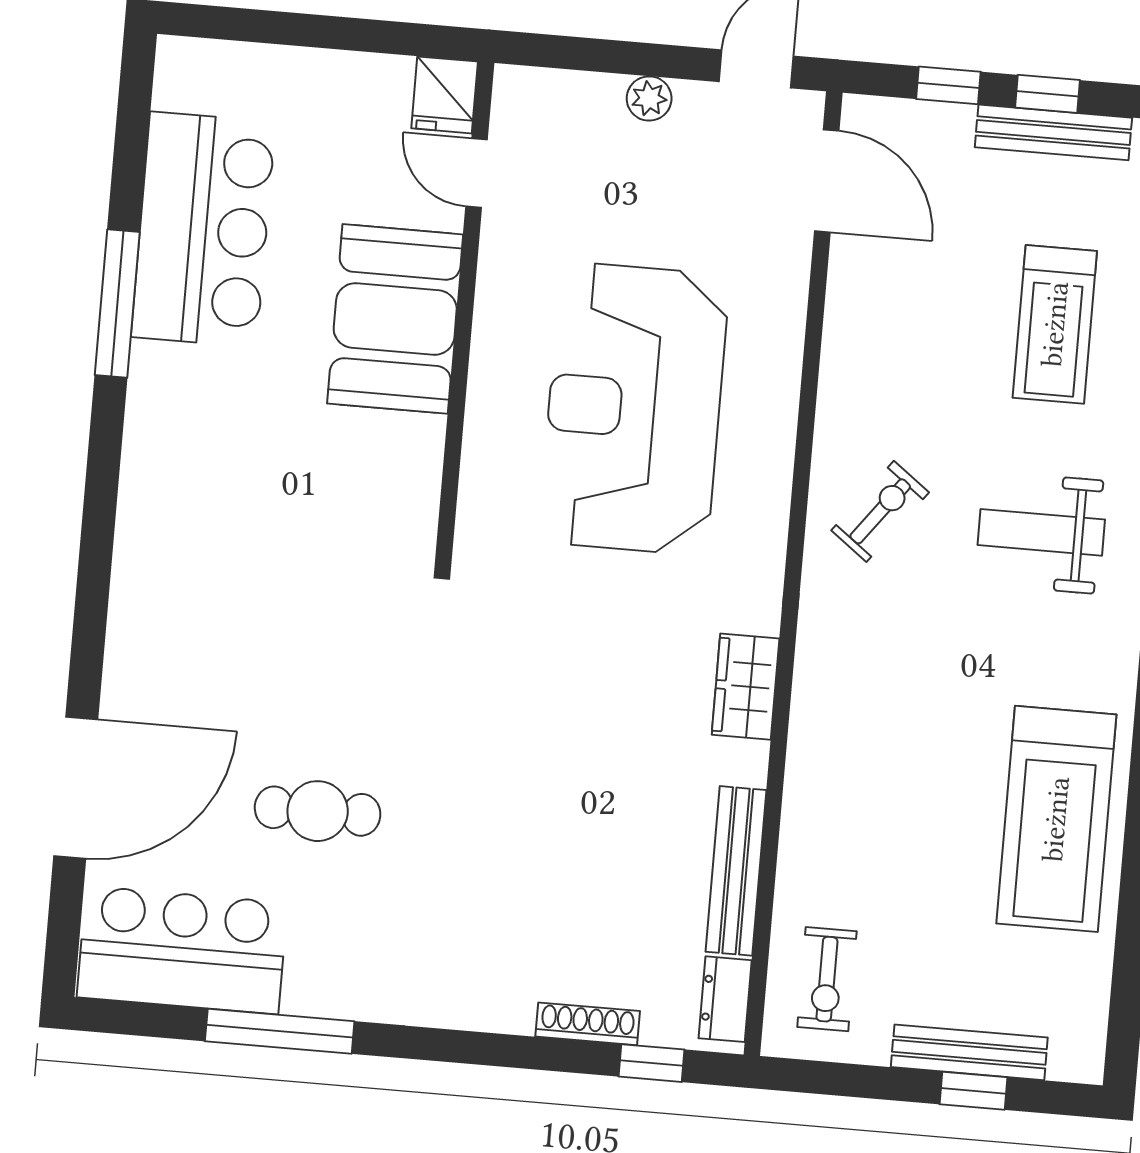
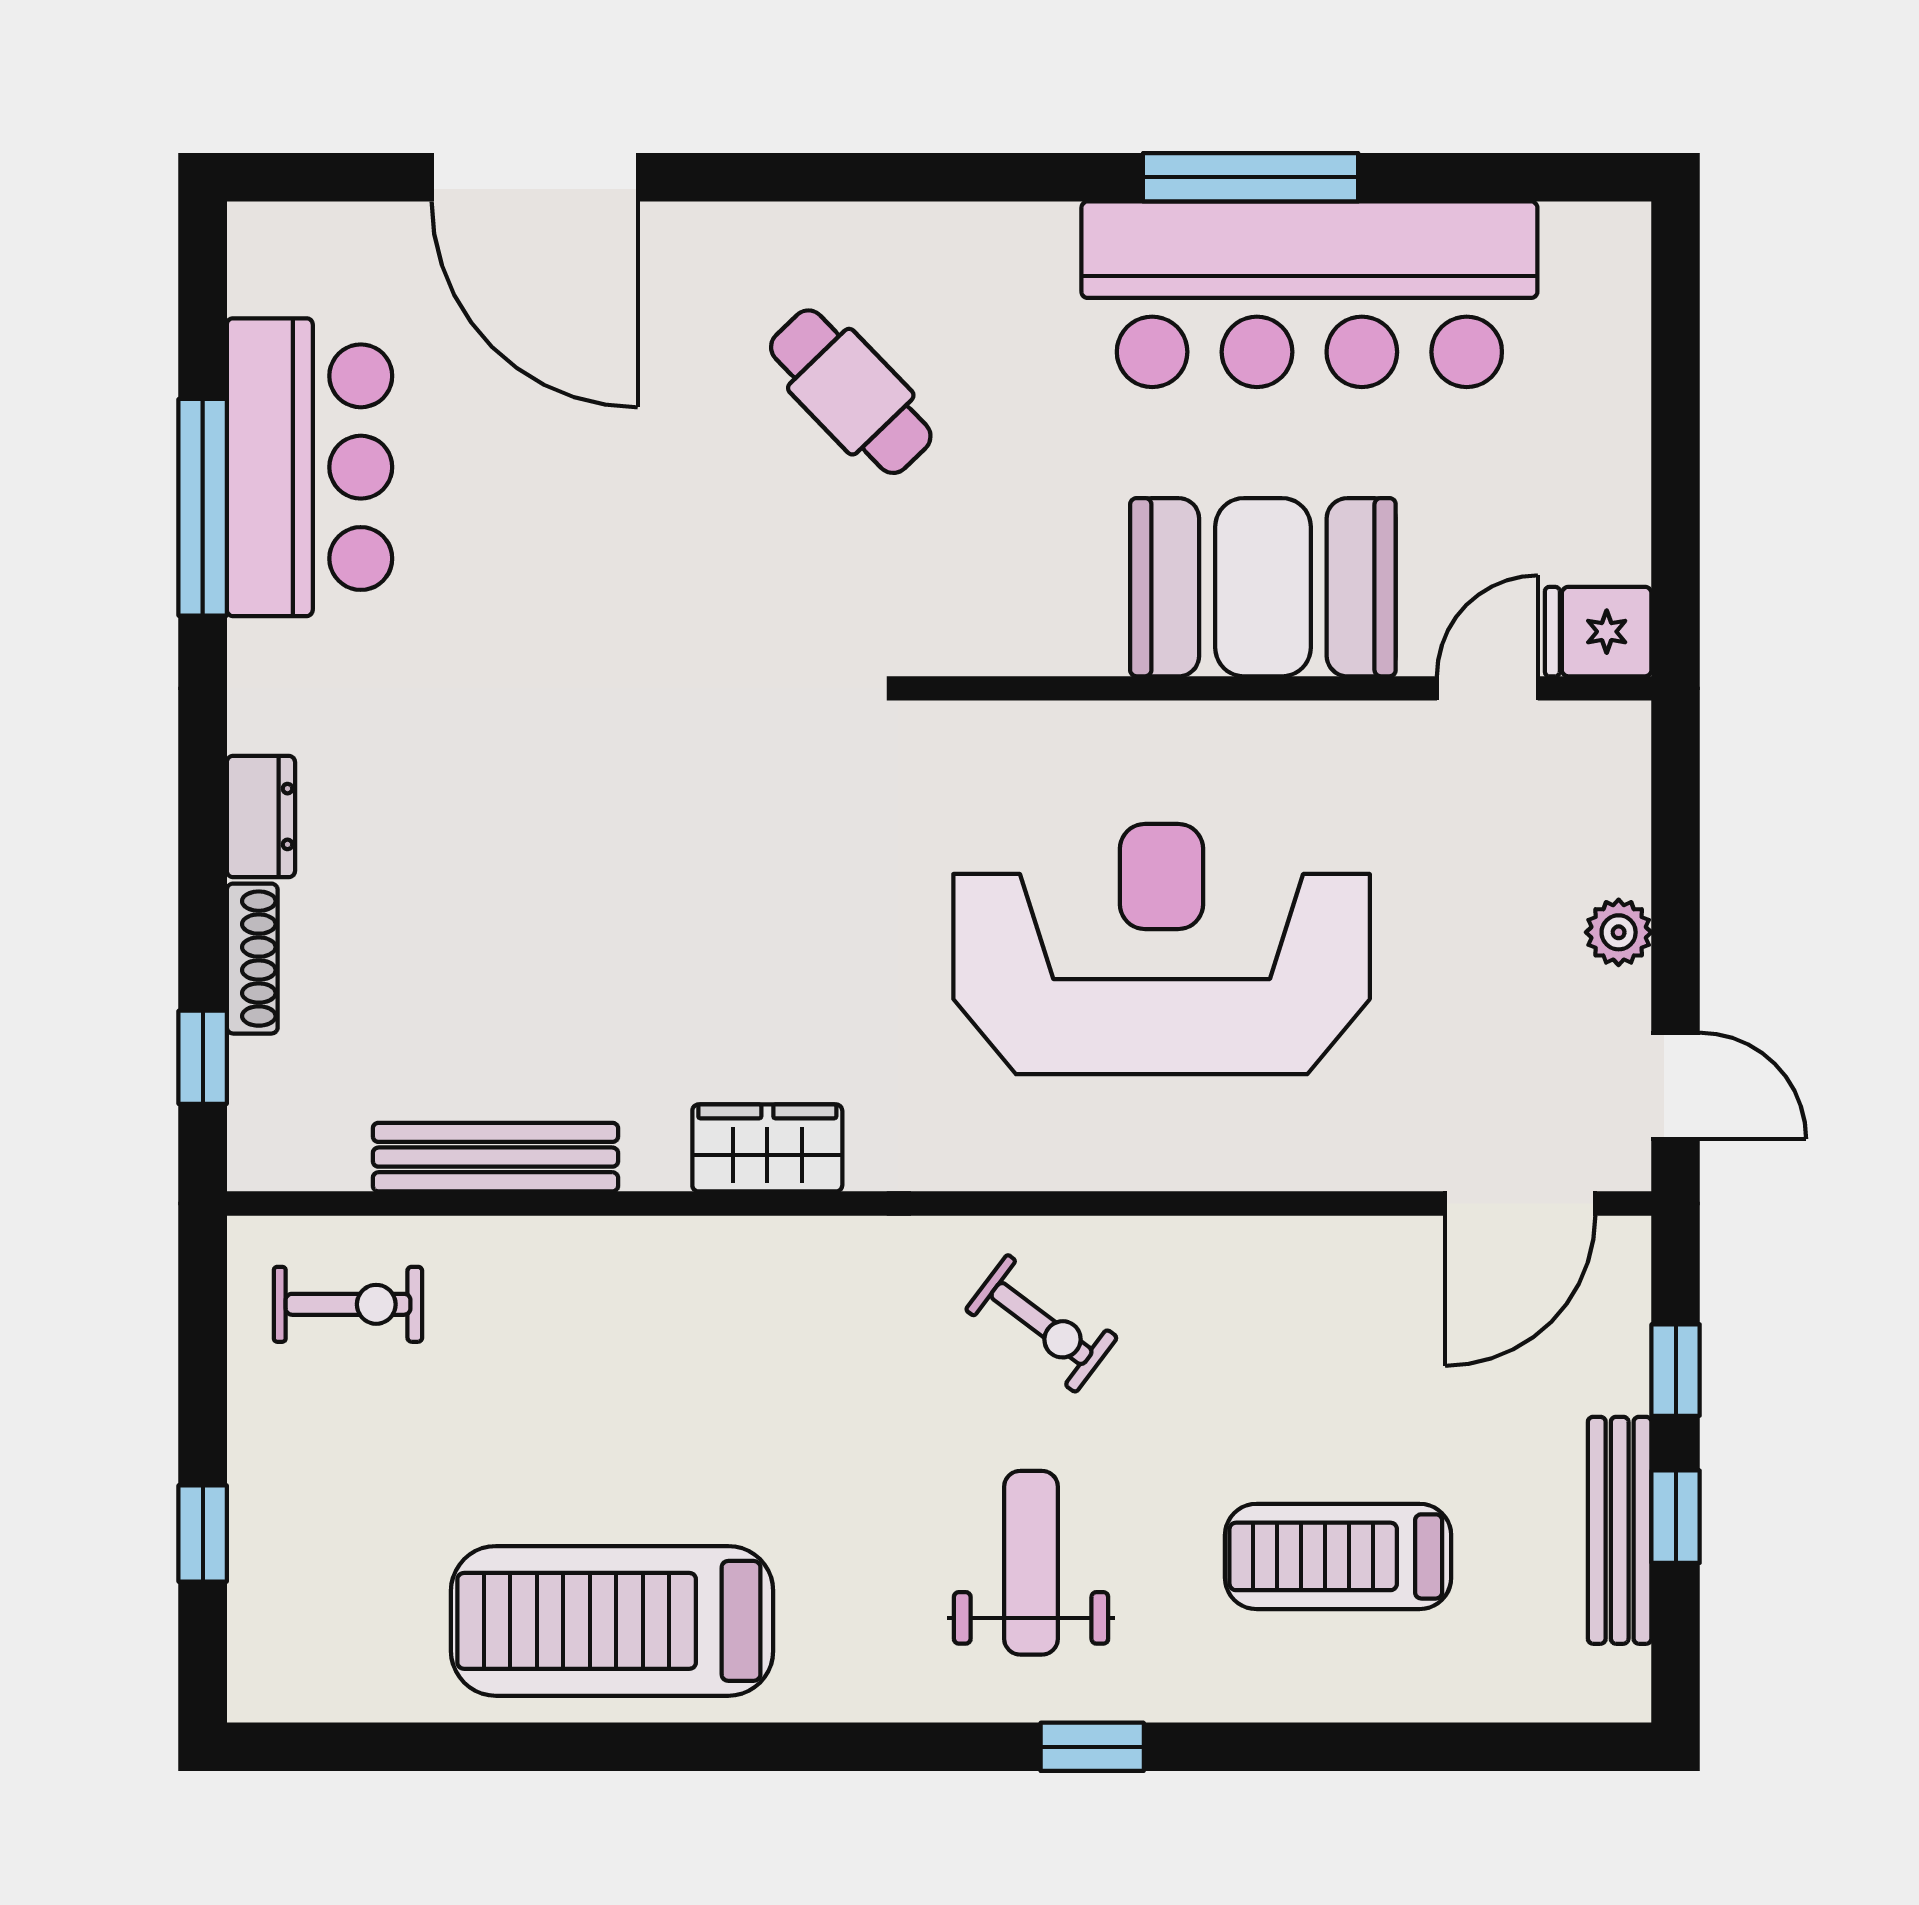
bar counter: (203, 229) -> (1309, 294), width x1.36
cafe table: (318, 811) -> (851, 392), moved, turned -44
bar counter: (182, 950) -> (309, 467), moved
exercise bike: (827, 979) -> (348, 1304), turned 180
dresser: (725, 999) -> (261, 817), moved, turned 90
bench: (969, 1052) -> (258, 1522), removed

